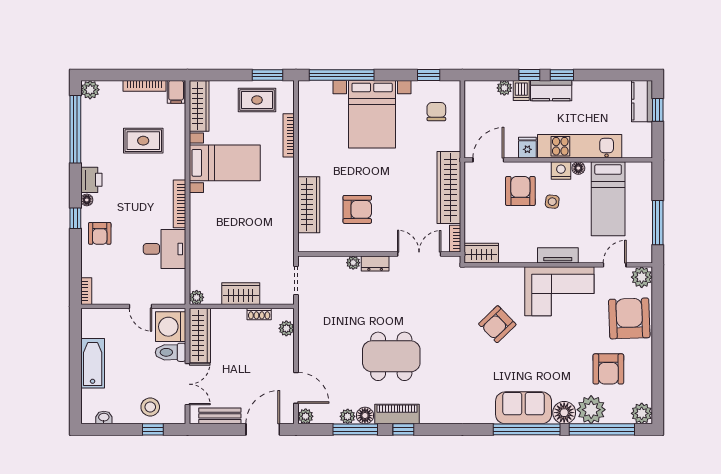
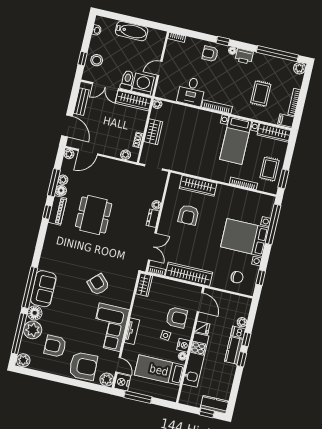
nightstand: (640, 252) -> (122, 382), added

